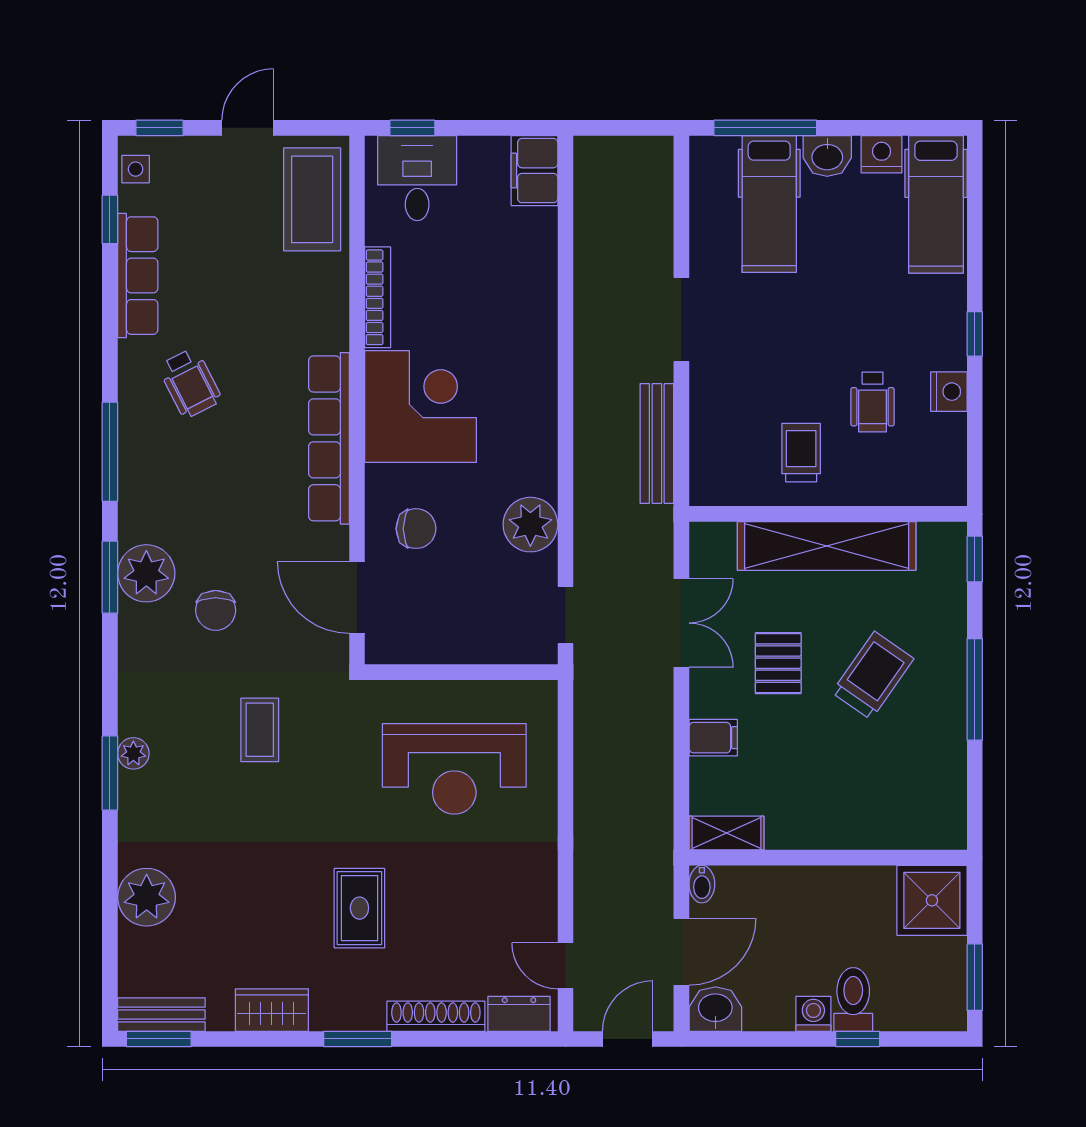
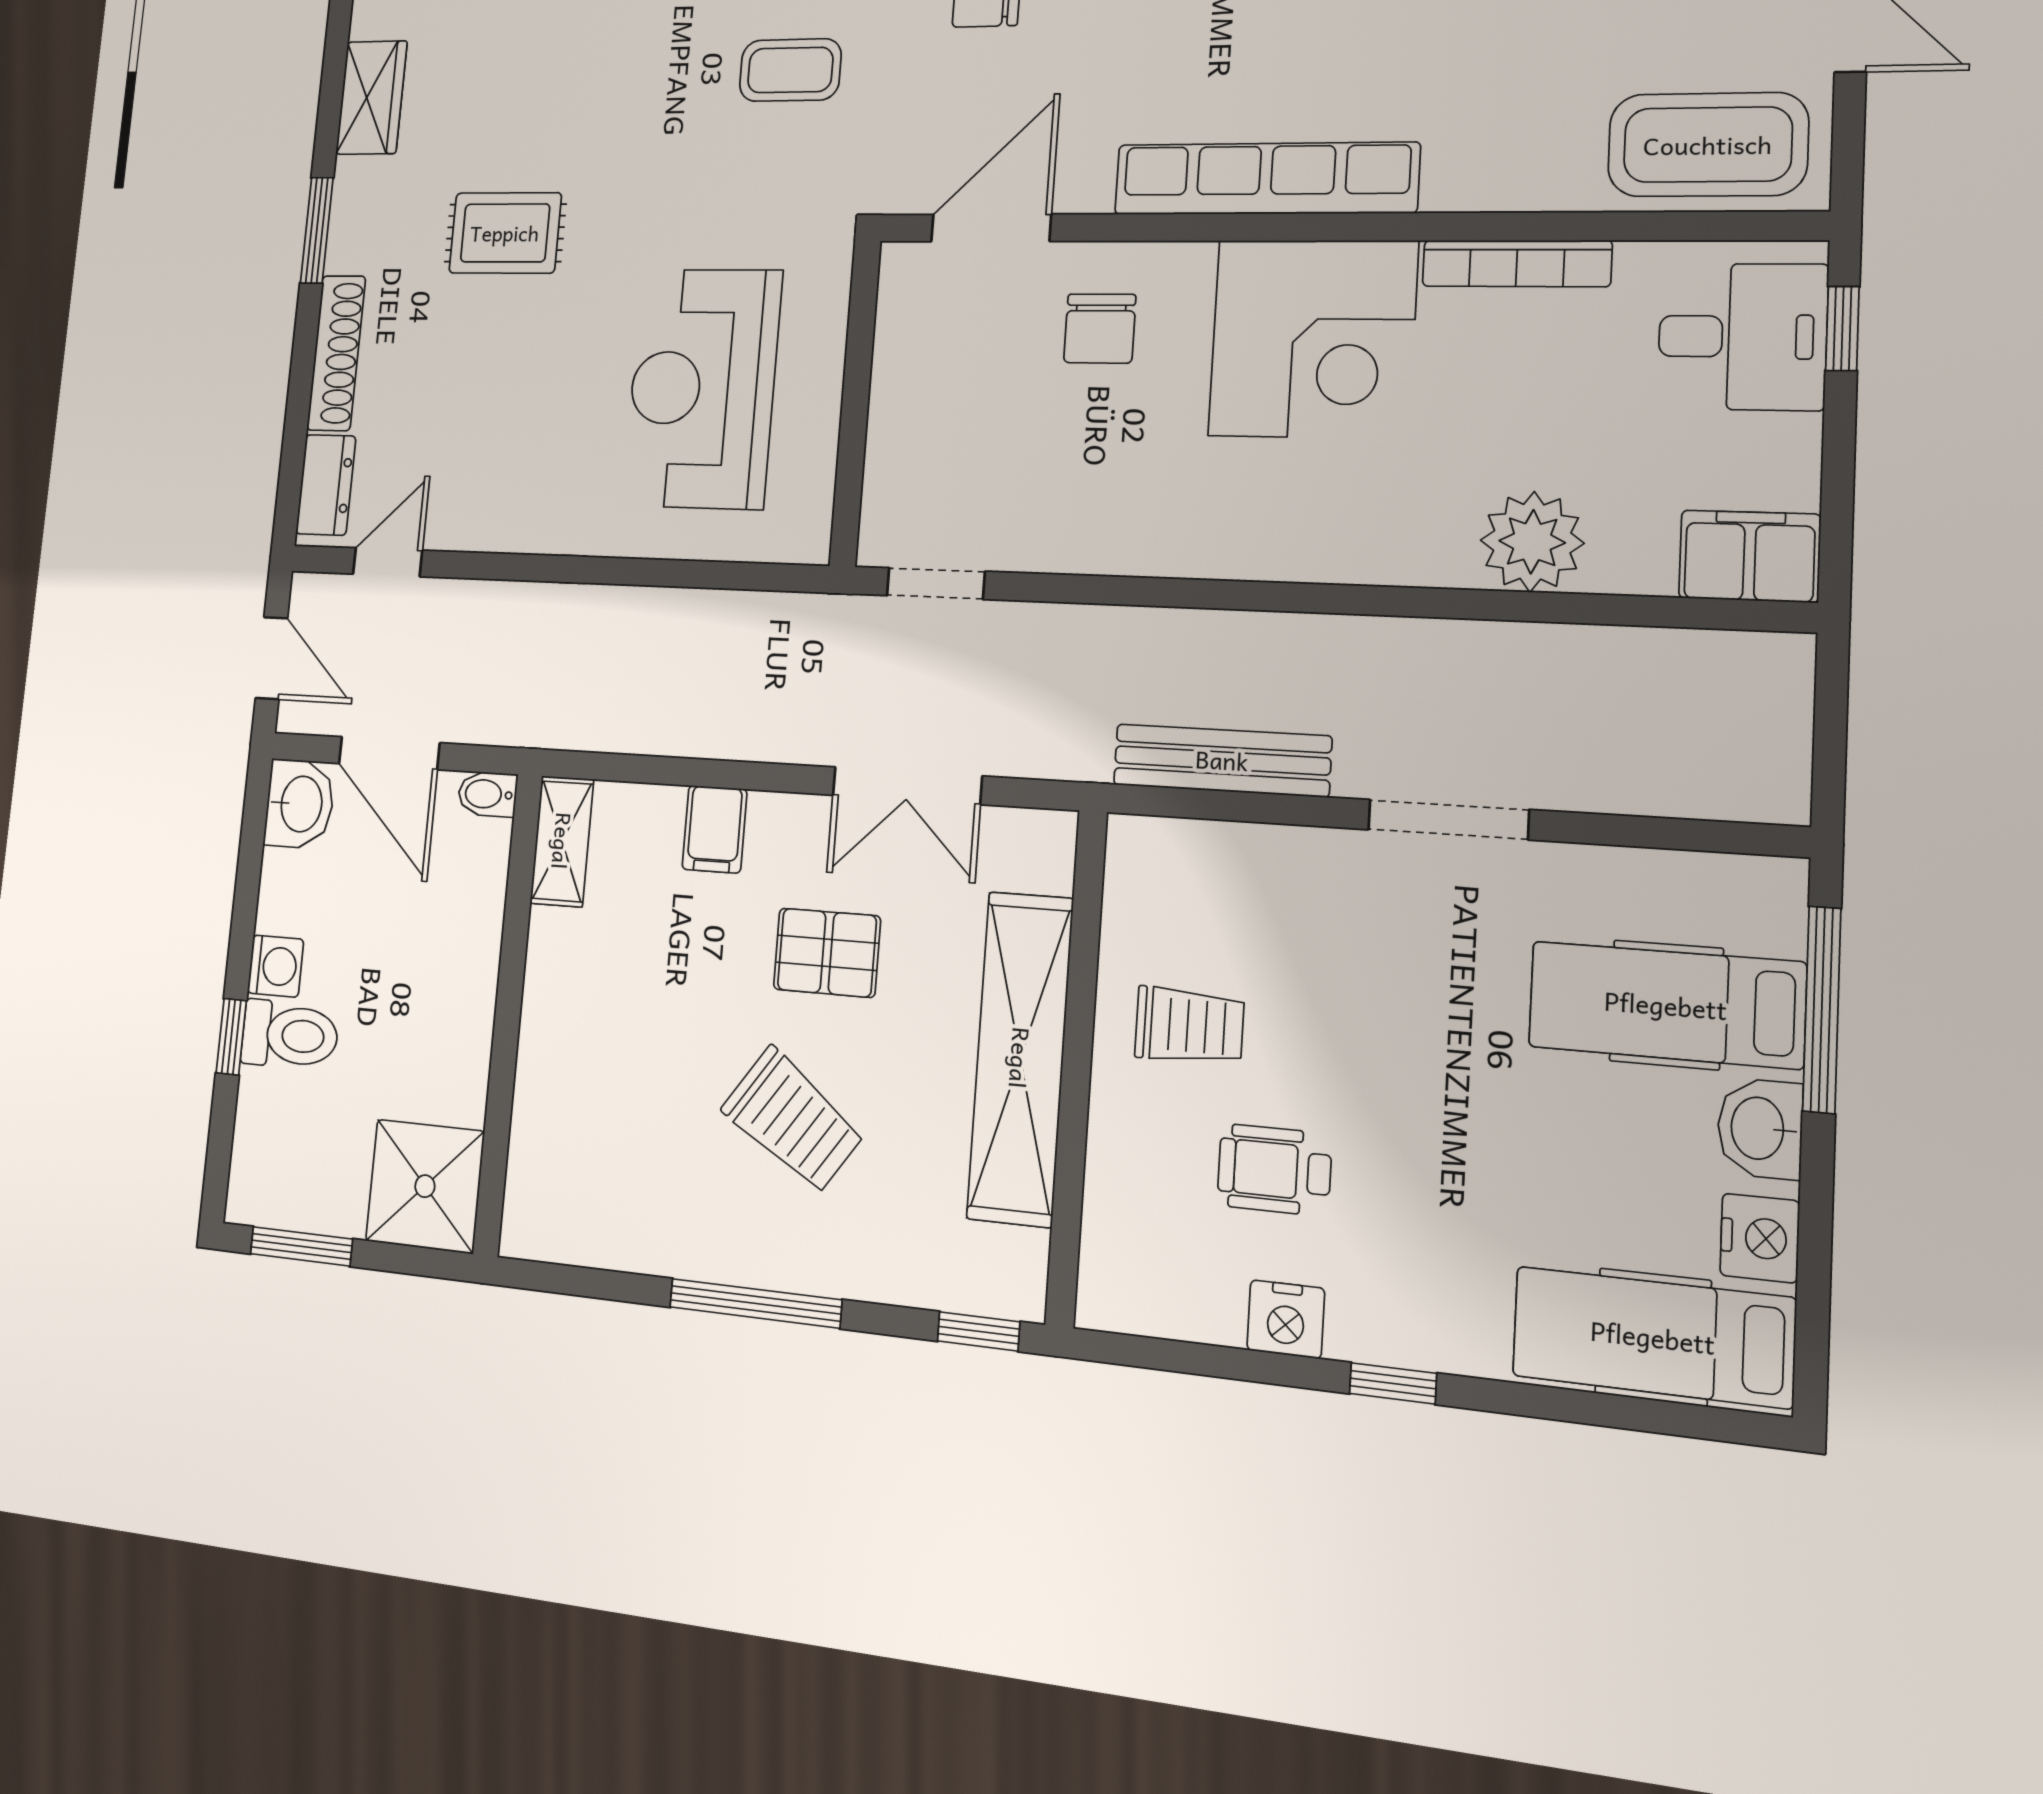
plant: (530, 525) -> (1532, 542), moved

